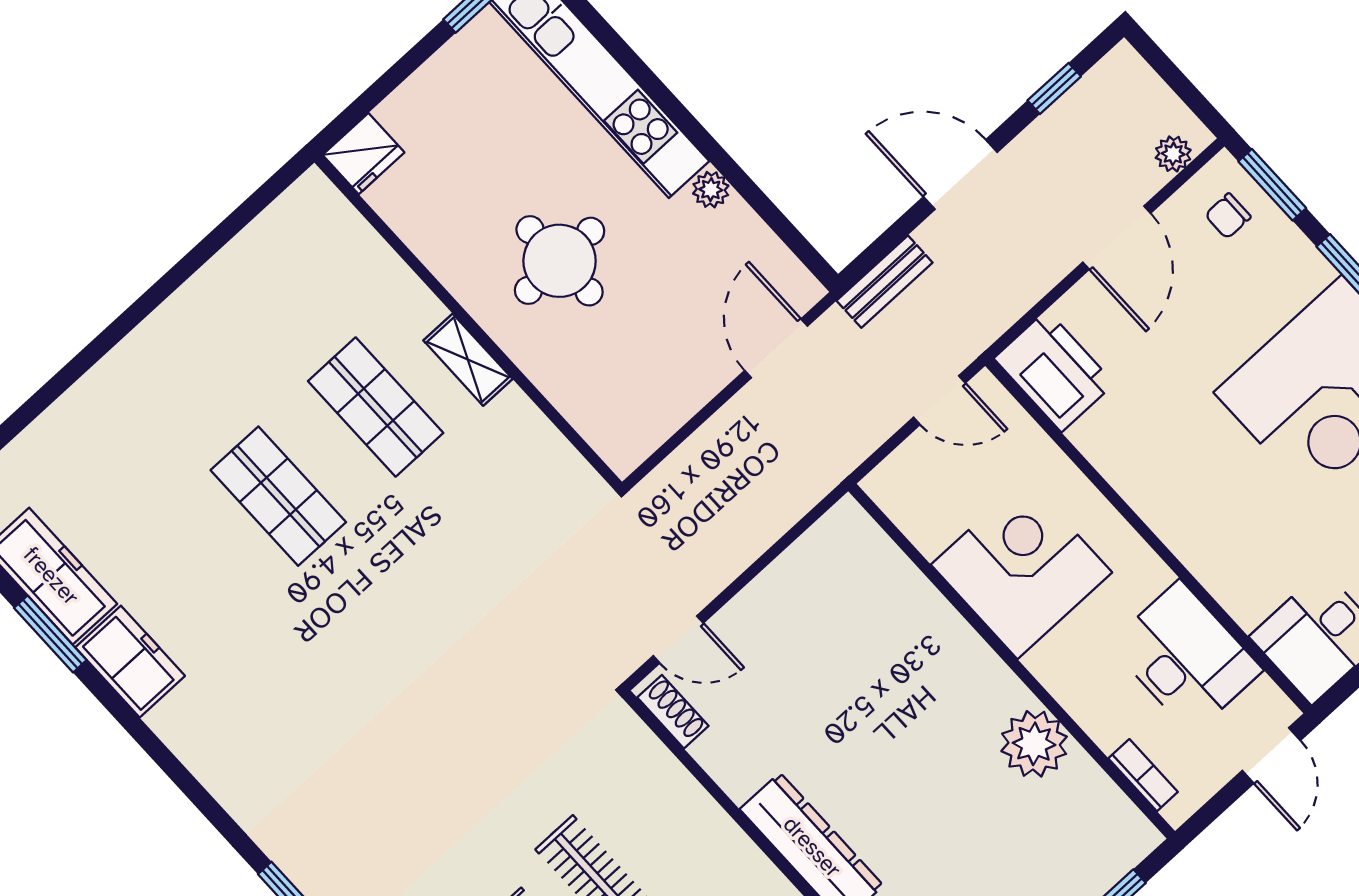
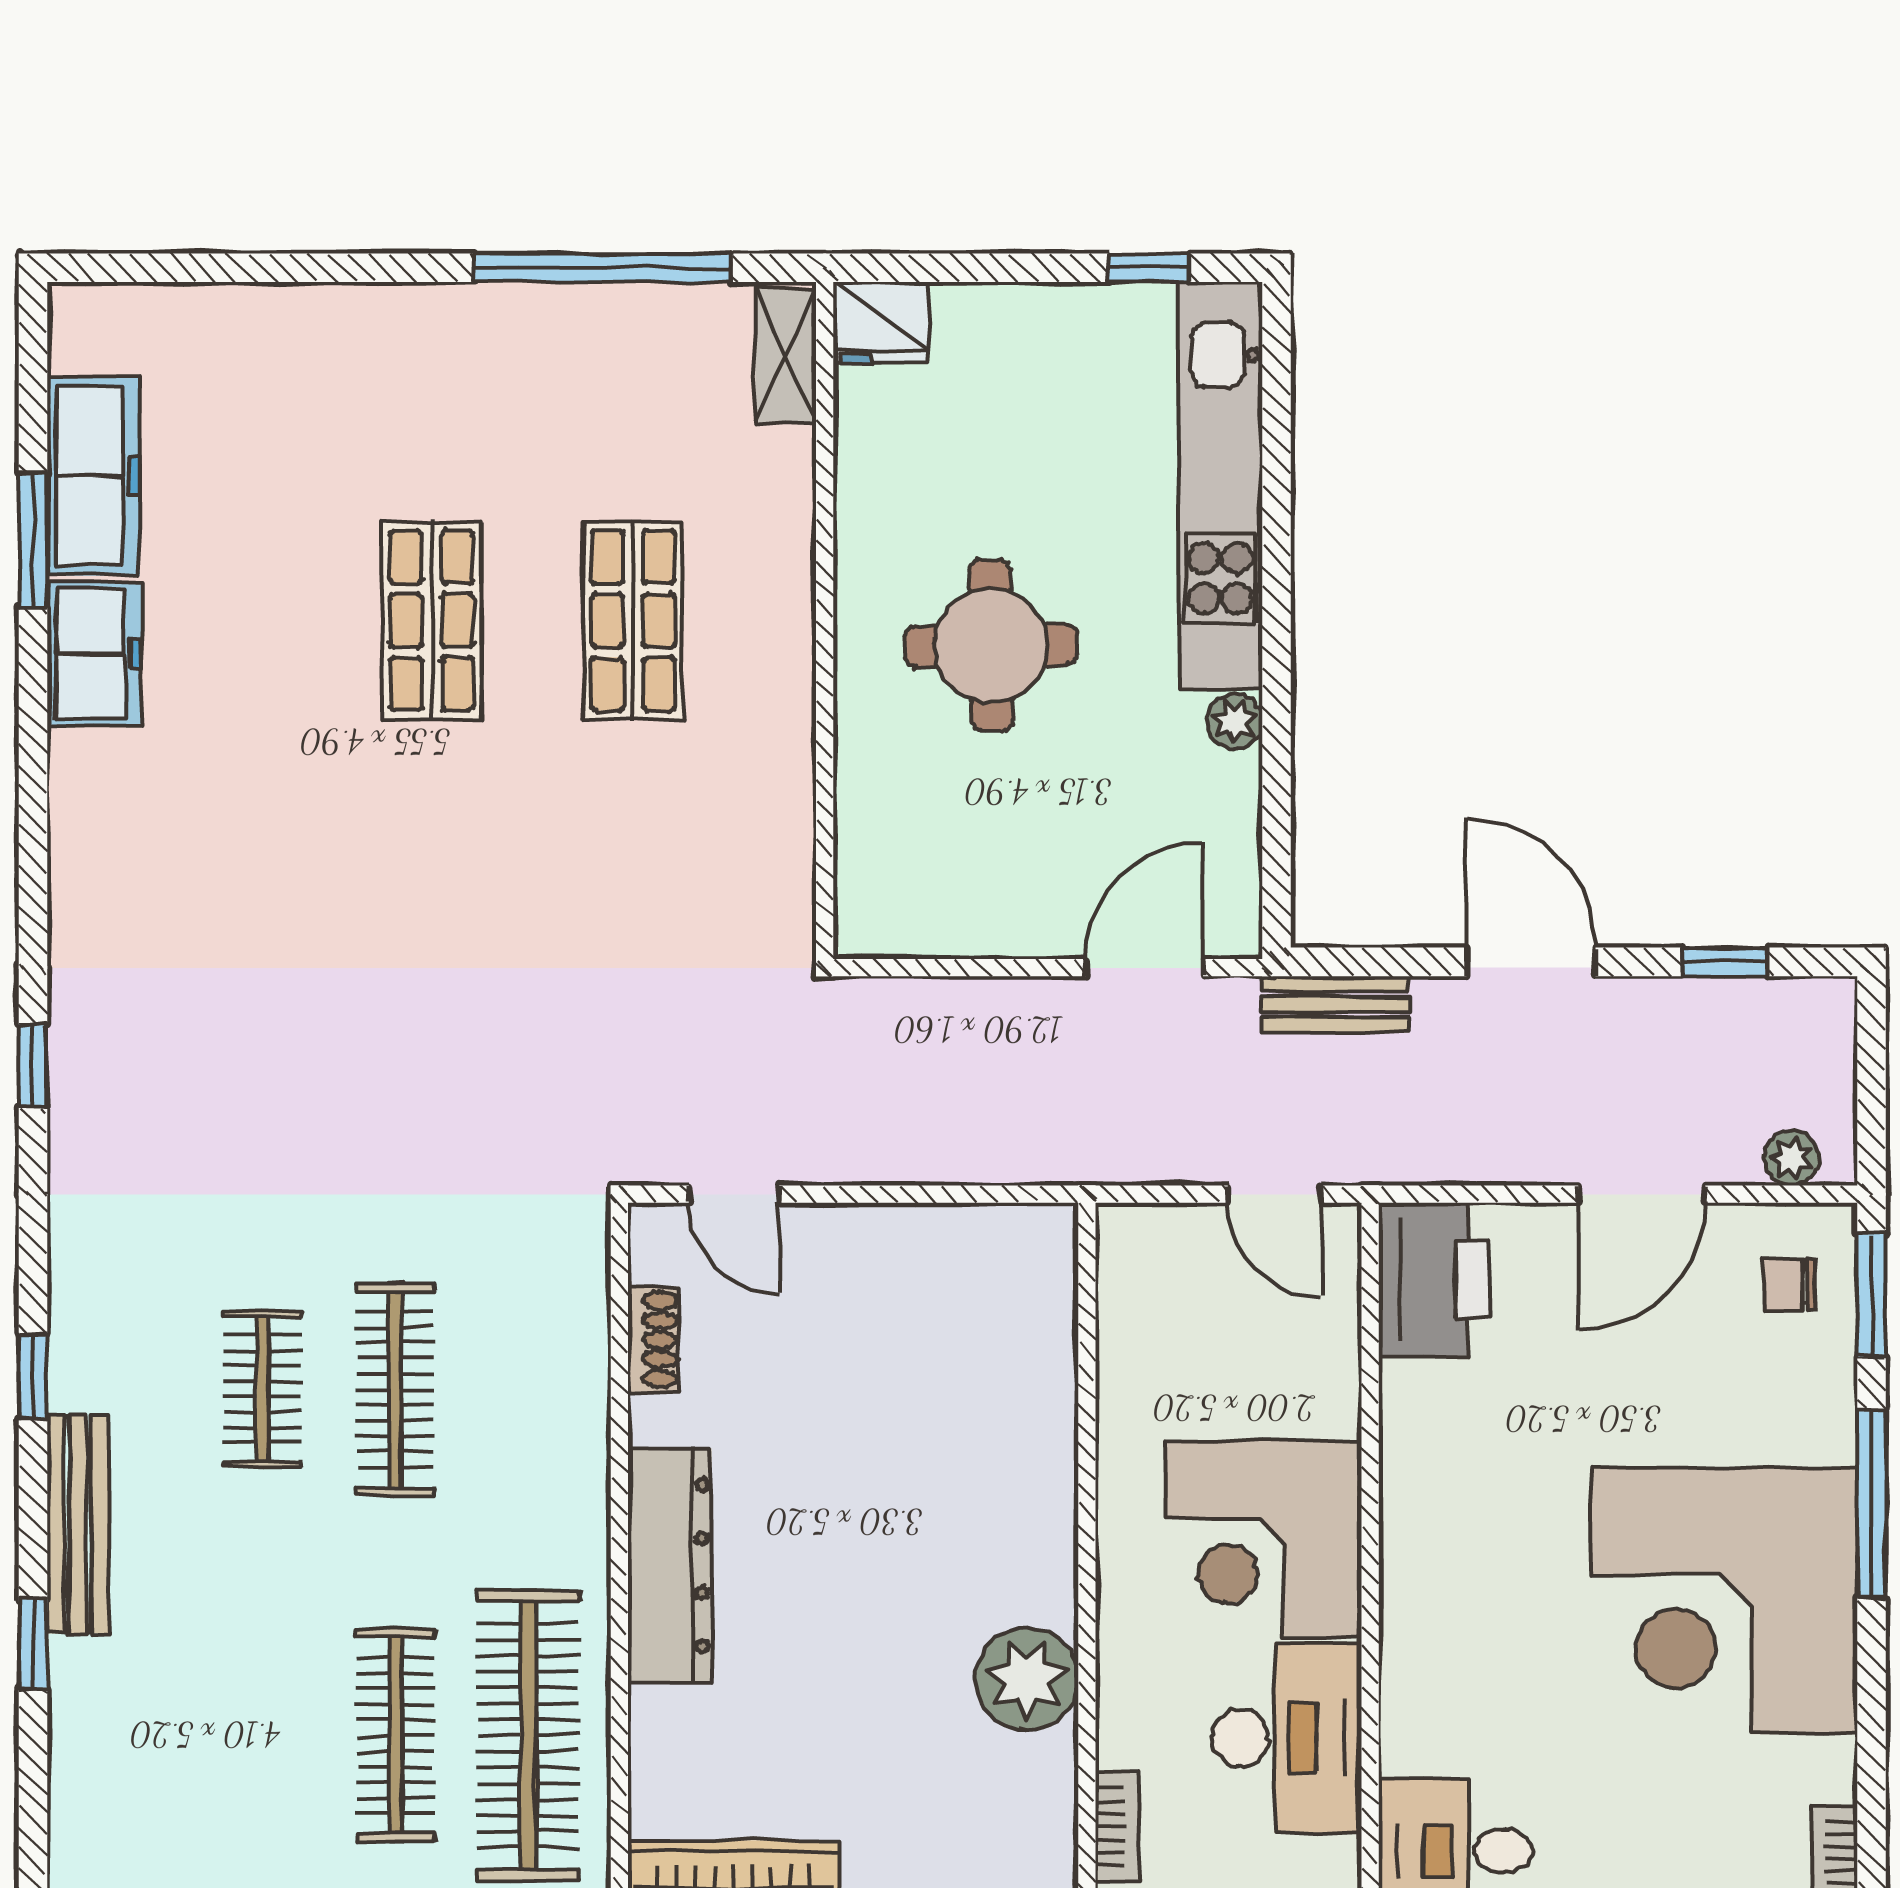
window: (205, 250) -> (603, 268), added
shelving: (468, 360) -> (786, 356), moved
corner desk: (1021, 569) -> (1263, 1538), moved, turned 180
shoe rack: (673, 712) -> (654, 1340), moved

